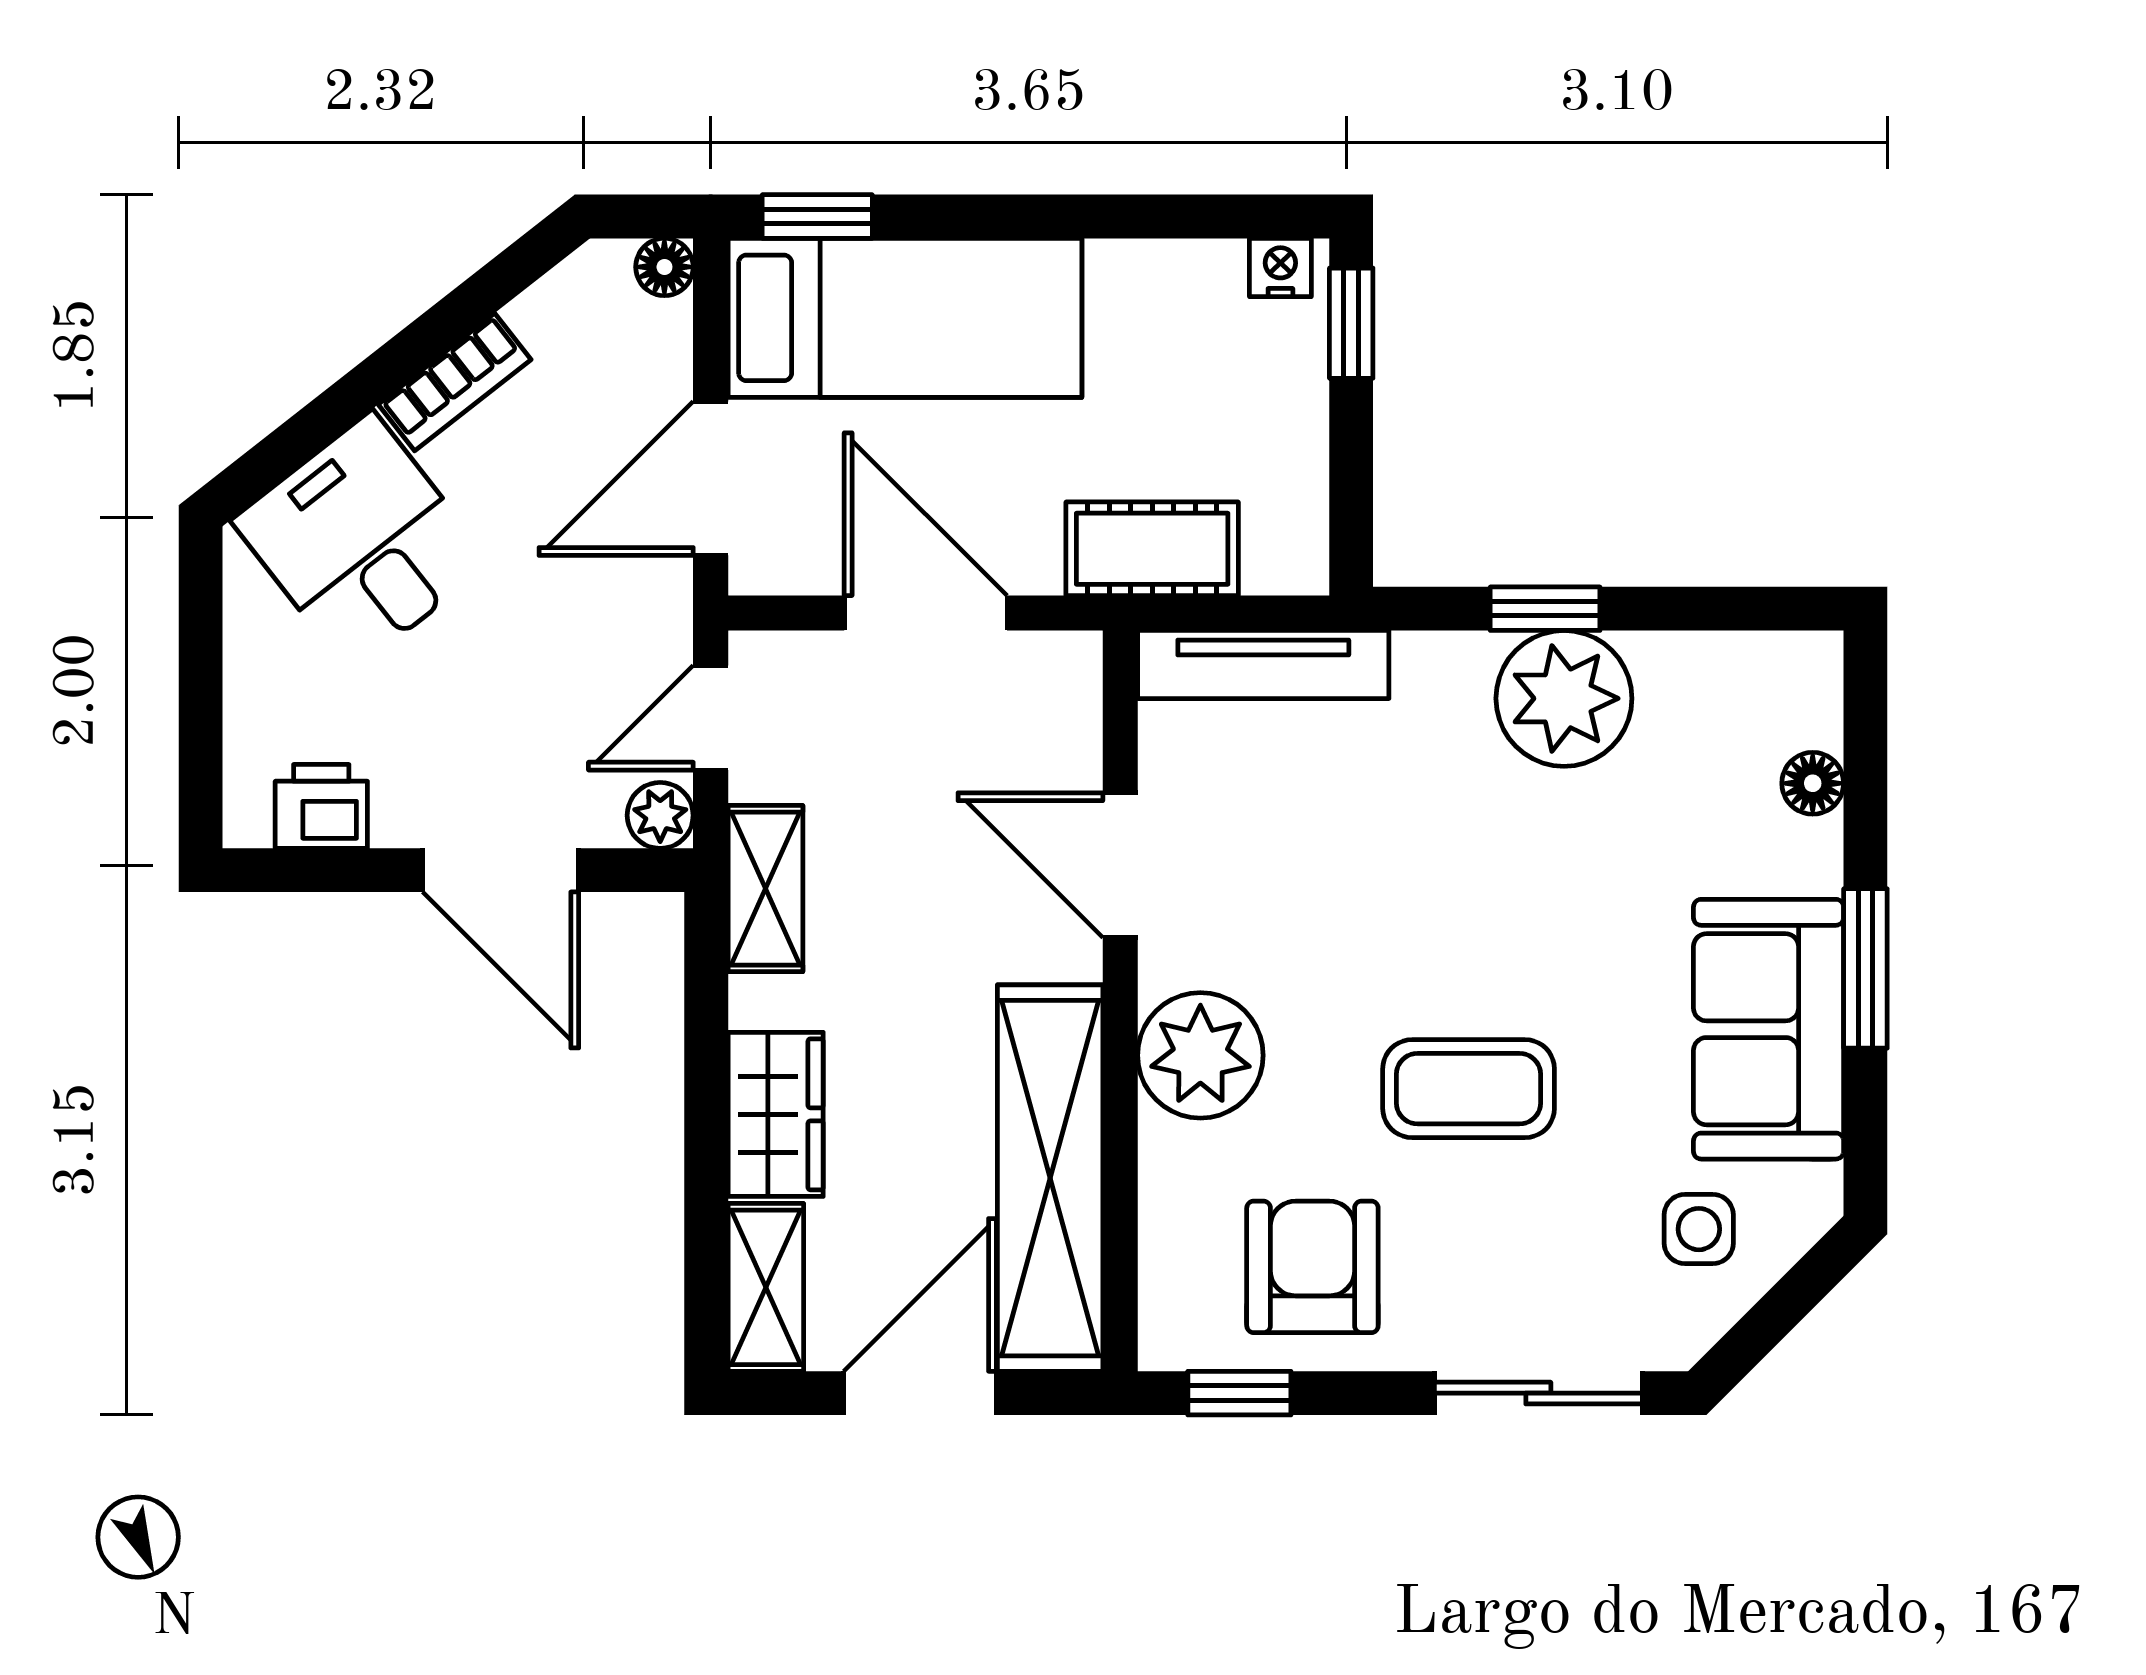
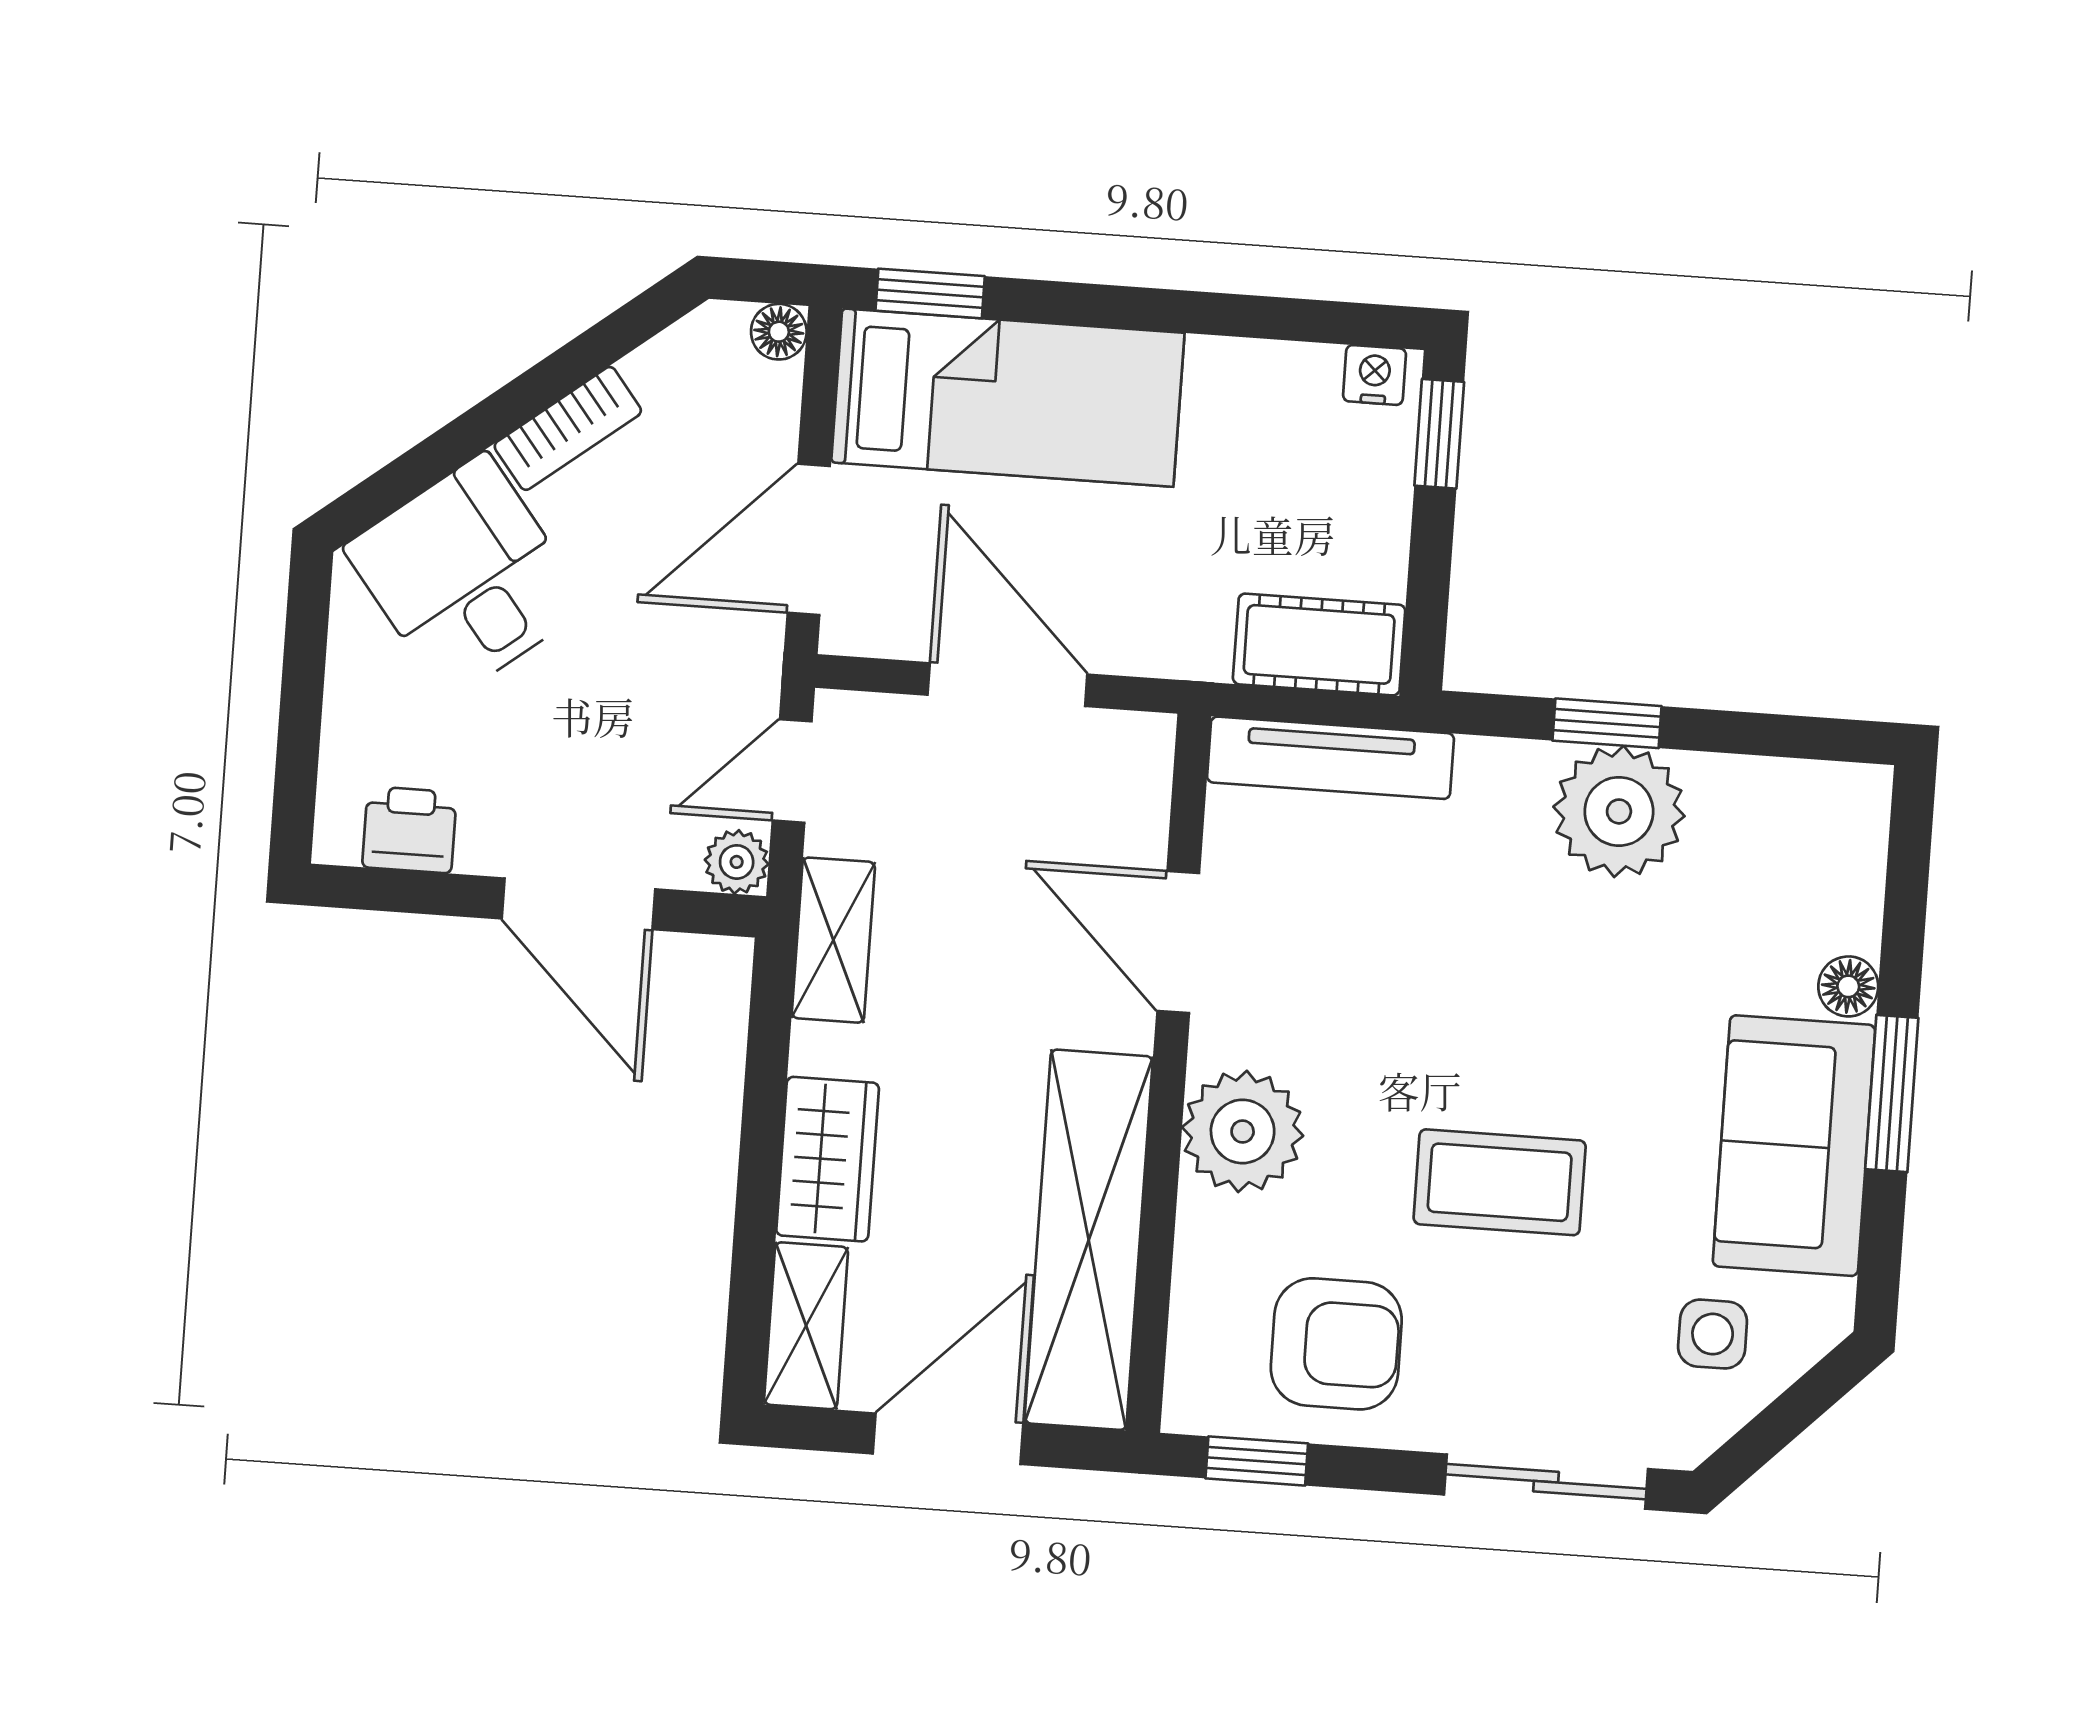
cot: (1152, 549) -> (1319, 644), moved
floor lamp: (1813, 783) -> (1848, 986), moved
armchair: (1312, 1267) -> (1336, 1344), turned 90

